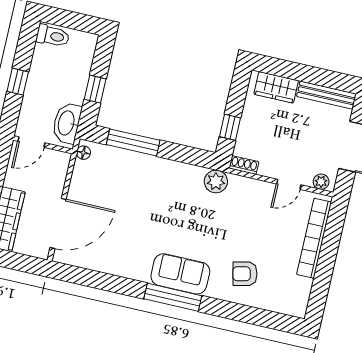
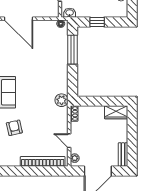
wardrobe: (276, 87) -> (116, 112), moved, turned -90
bench: (326, 95) -> (123, 155), width x0.73
washbasin: (67, 123) -> (70, 13), width x0.52, depth x0.69
window: (230, 127) -> (93, 101), removed

